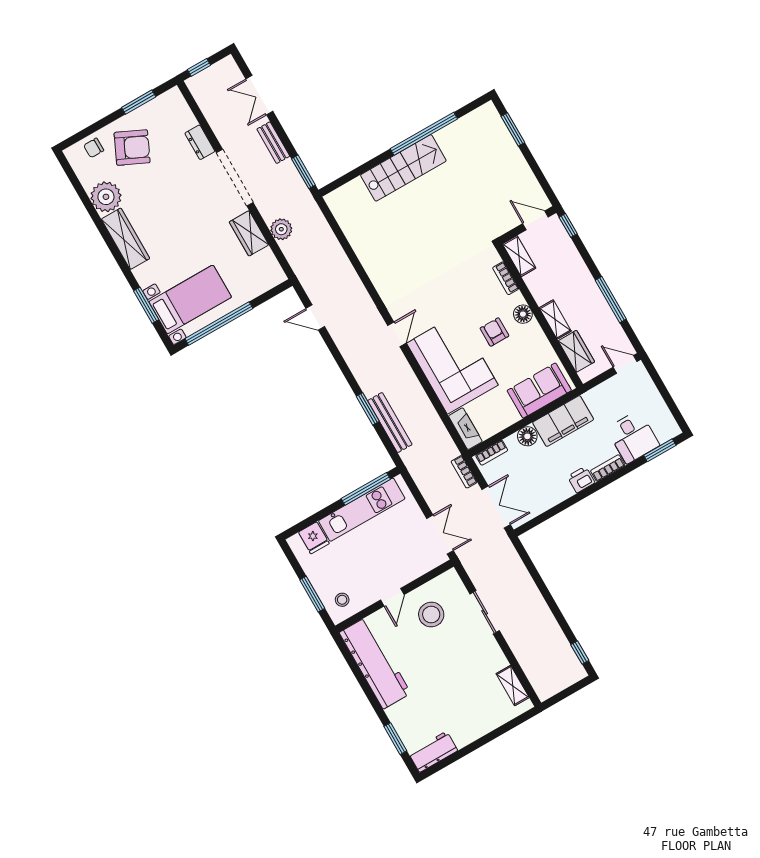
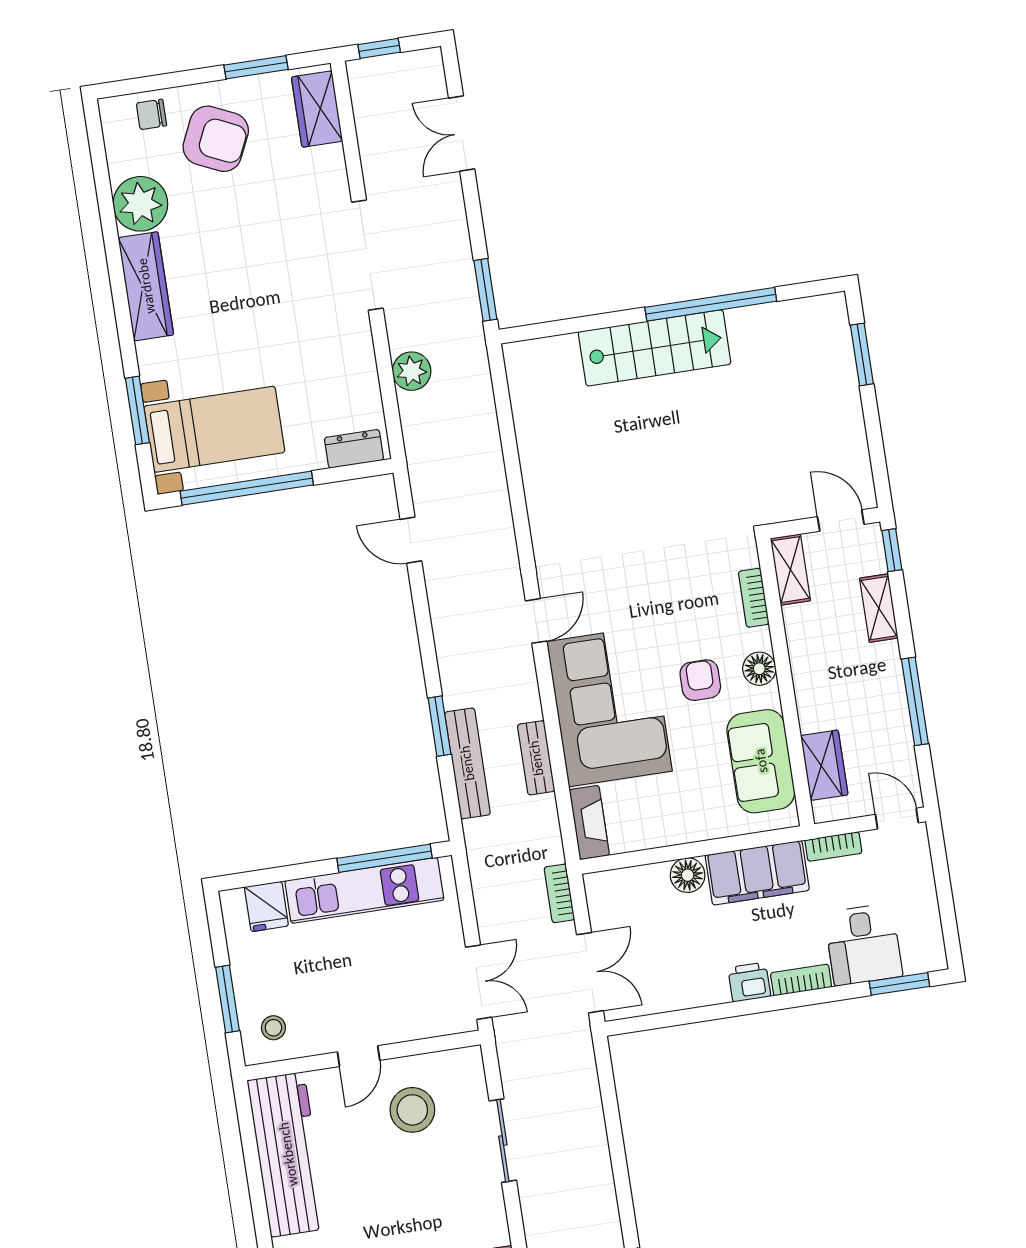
dresser: (200, 142) -> (354, 449), moved, turned 90
bench: (273, 143) -> (536, 758), moved
wardrobe: (249, 233) -> (317, 109), moved
shelving: (555, 319) -> (879, 608), moved
sofa: (539, 391) -> (761, 761), moved, turned -90
bookcase: (492, 453) -> (833, 846), moved

